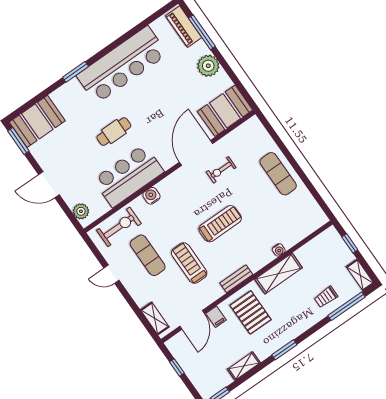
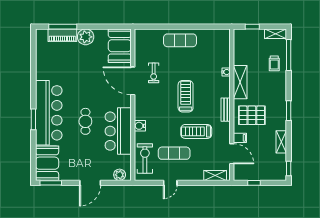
piano: (184, 27) -> (62, 35), moved
bar counter: (122, 65) -> (49, 113), moved

